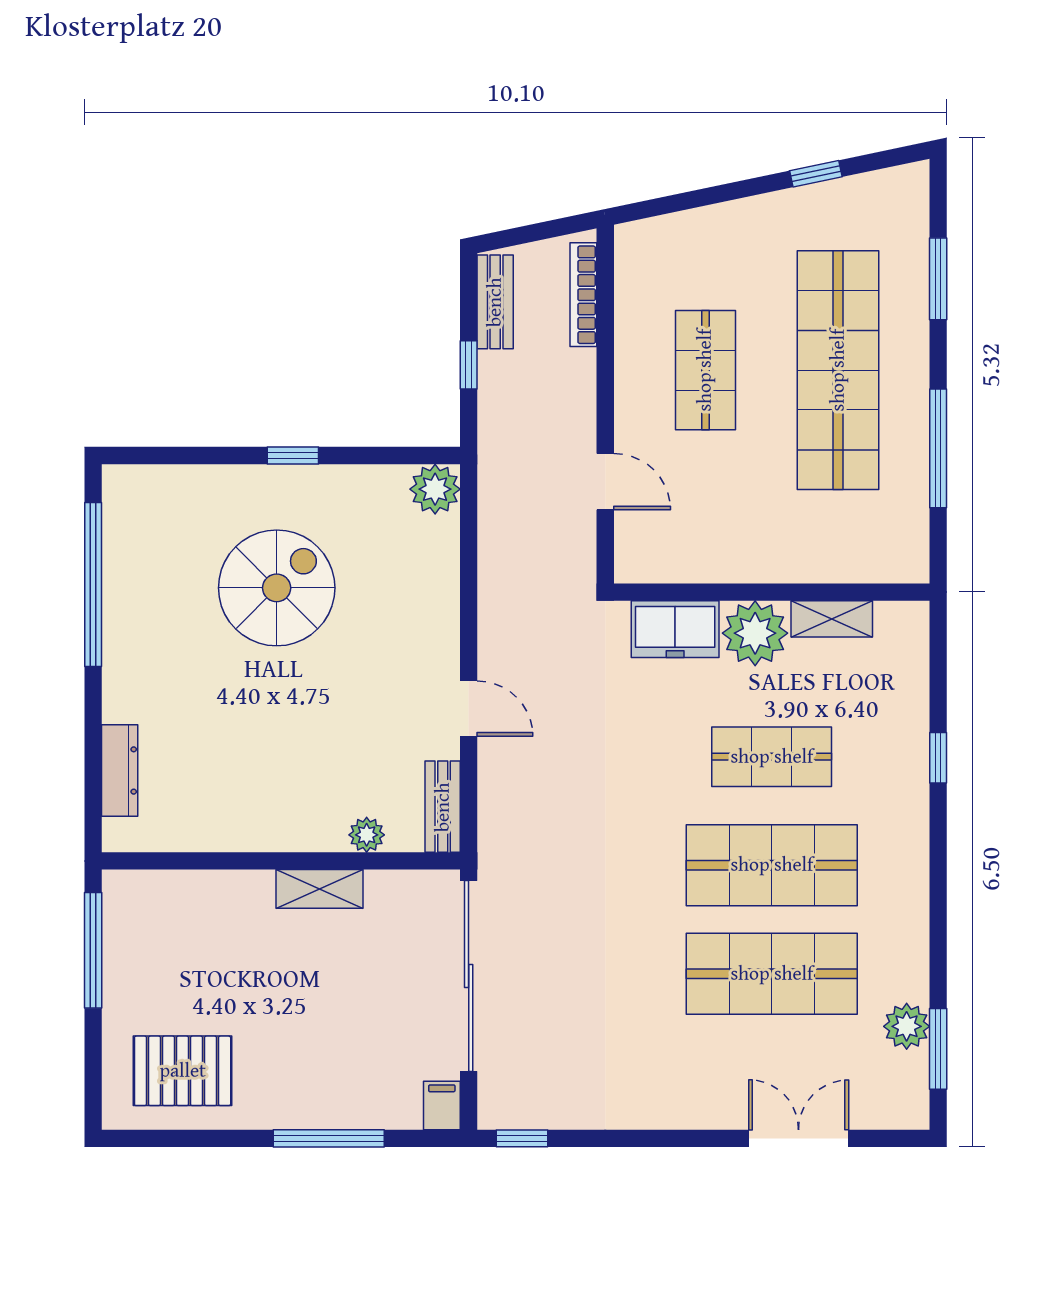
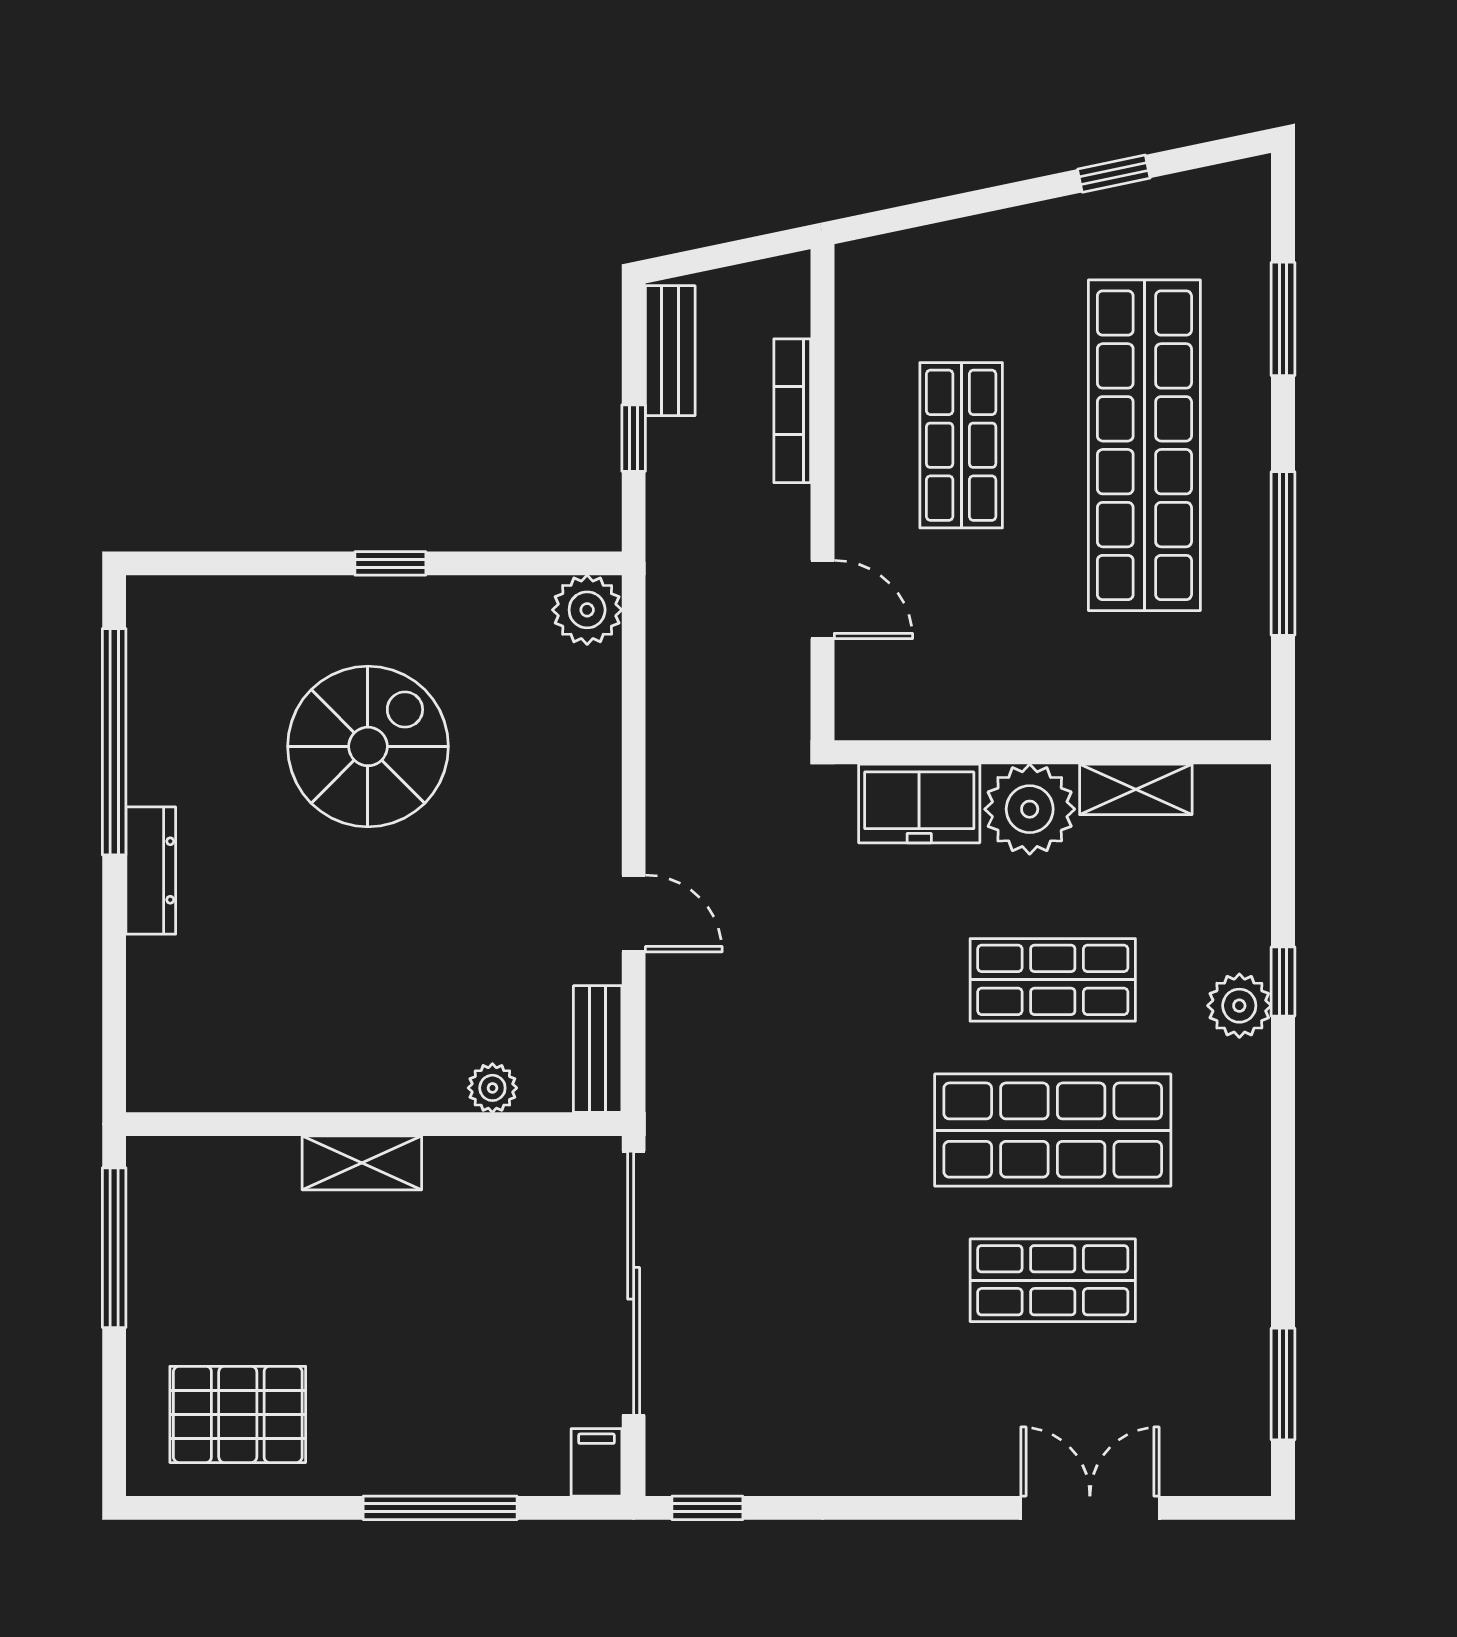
bookcase: (583, 295) -> (792, 411), moved
dresser: (120, 770) -> (151, 871), moved
shelving: (320, 889) -> (362, 1163), moved
shop shelf: (772, 974) -> (1053, 1280), width x0.70, depth x0.74
plant: (907, 1026) -> (1239, 1006), moved

